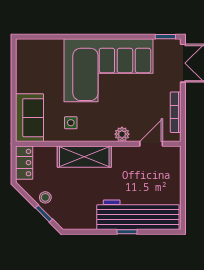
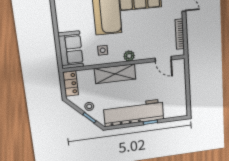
plant: (122, 134) -> (129, 56), moved
door: (151, 144) -> (163, 59), swing flipped
workbench: (138, 215) -> (134, 113), moved

